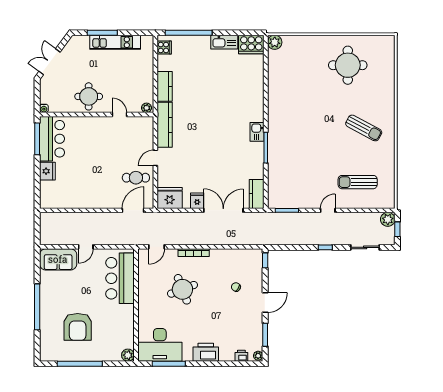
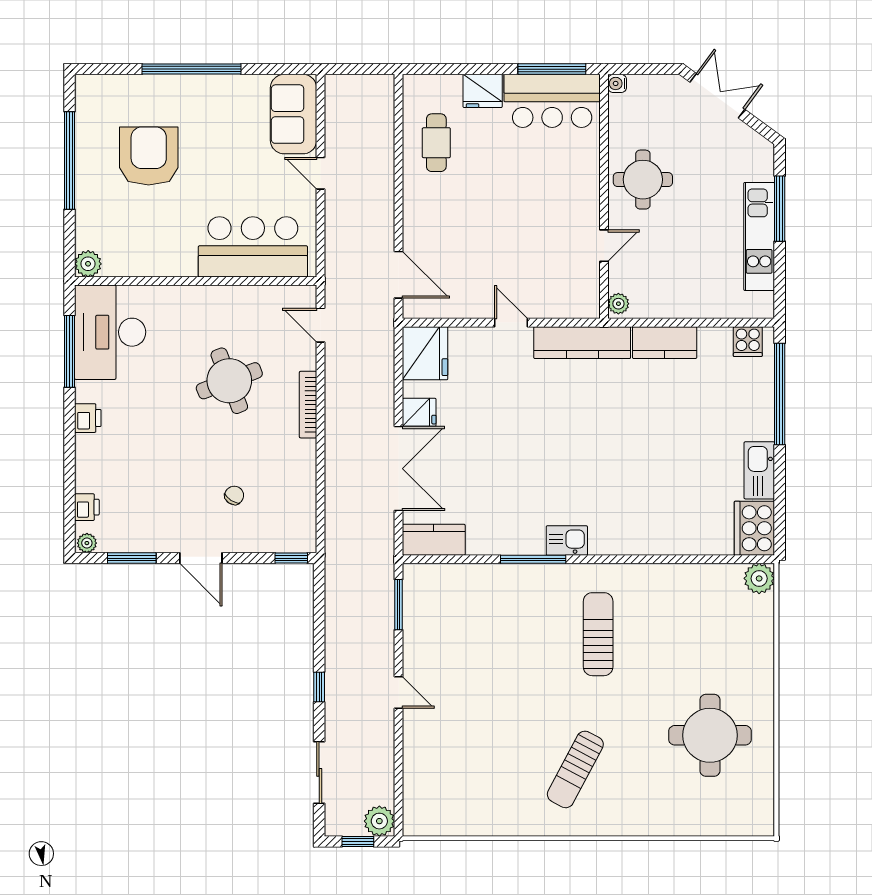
cafe table: (136, 178) -> (436, 143), moved
sun lounger: (358, 182) -> (598, 634), moved
armchair: (78, 327) -> (149, 156), turned 90
printer: (206, 352) -> (88, 418), width x0.53, depth x0.68

